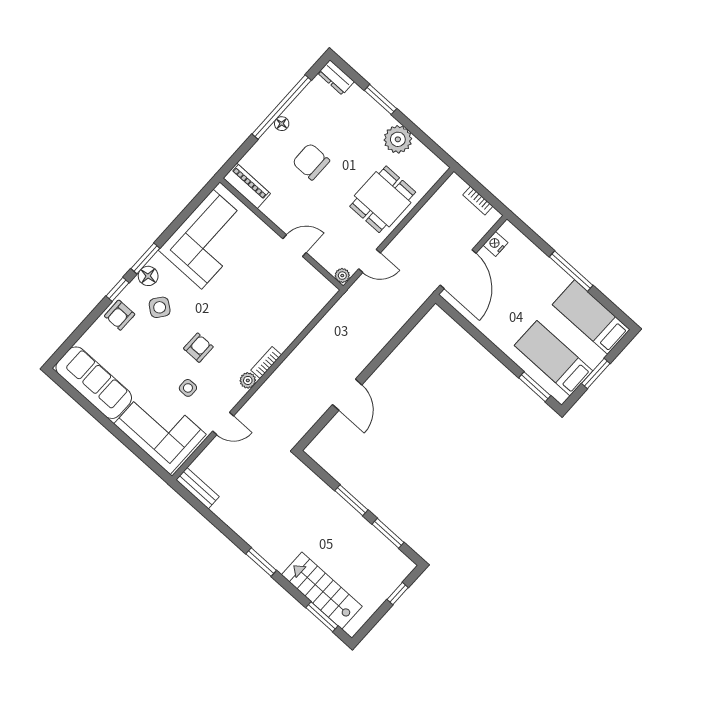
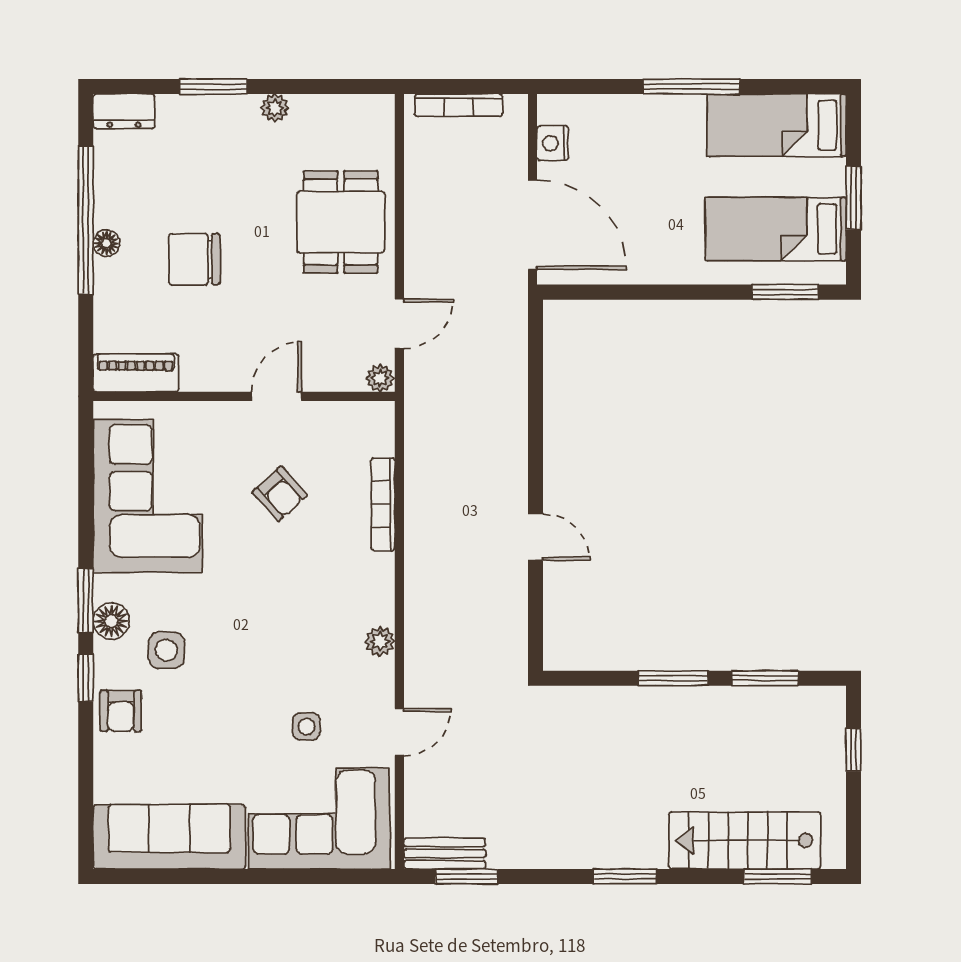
plant: (398, 139) -> (275, 108), width x0.53, depth x0.53
bookcase: (478, 201) -> (458, 105), width x1.56
side table: (160, 307) -> (166, 650), turned -38
armchair: (198, 348) -> (280, 494), moved, turned 138
bookcase: (266, 363) -> (383, 504), moved, width x1.56
door: (347, 395) -> (535, 537), width x0.73
window: (198, 505) -> (467, 876), added

